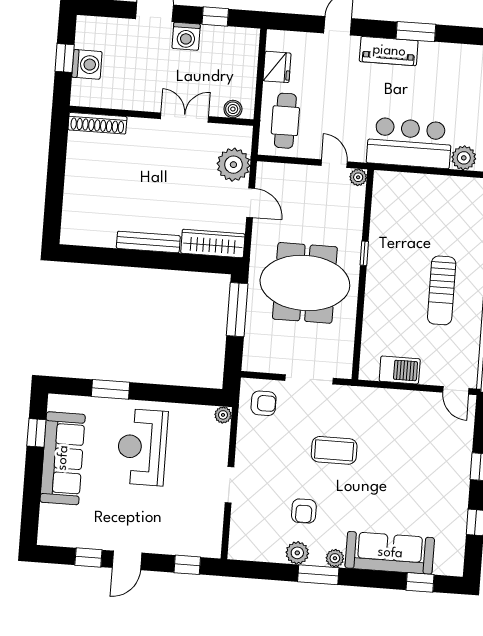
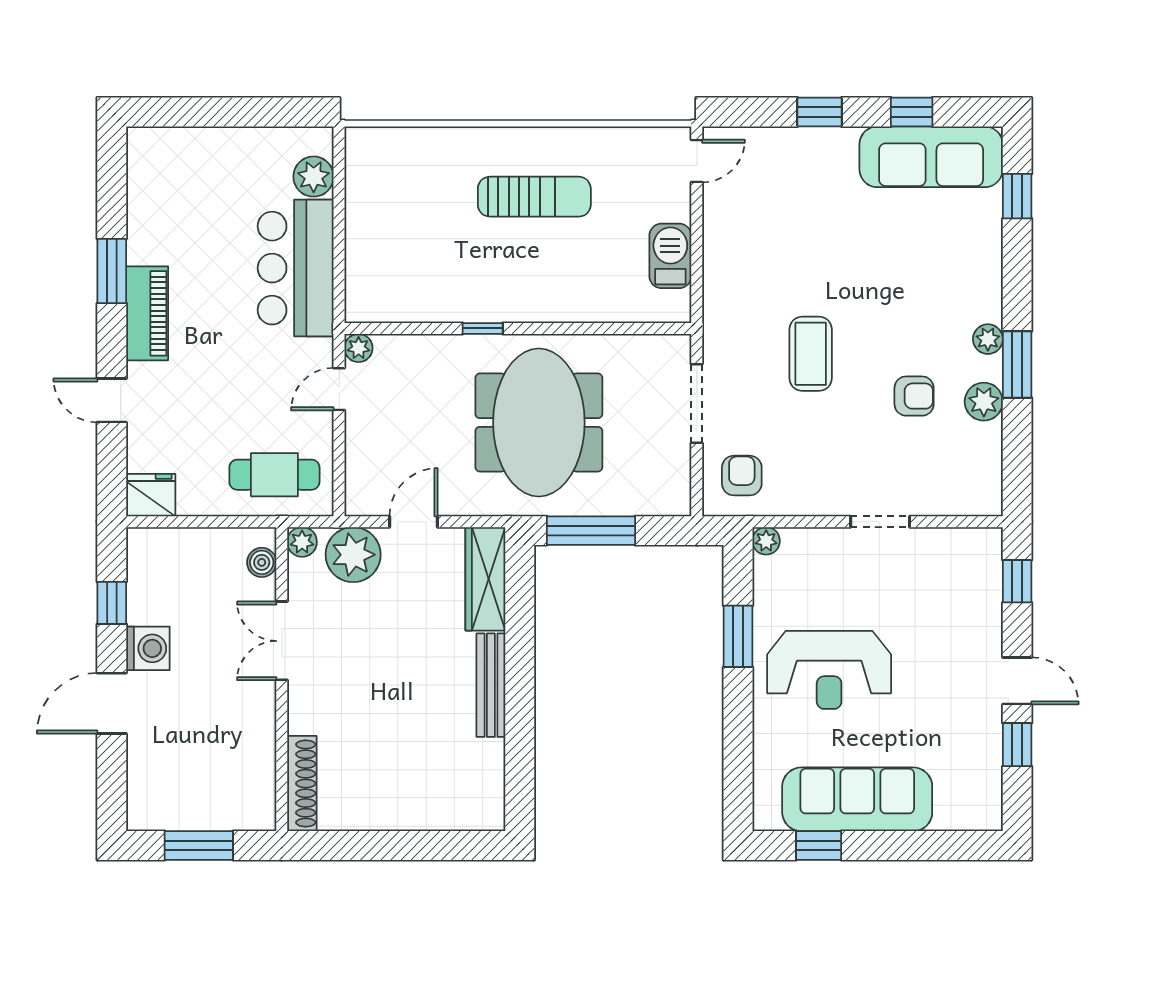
window: (65, 58) -> (199, 846), width x1.50
washing machine: (87, 64) -> (206, 808), removed
fridge: (277, 67) -> (151, 495), moved
plant: (243, 134) -> (302, 542), added
window: (111, 389) -> (738, 636), moved
sofa: (390, 553) -> (931, 157), moved, turned -90

